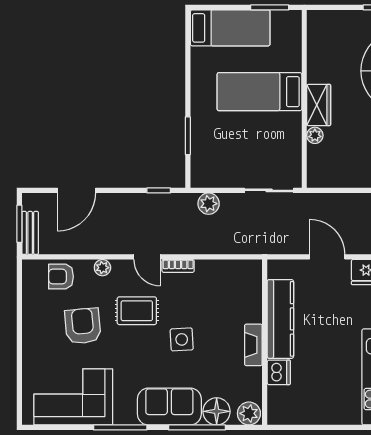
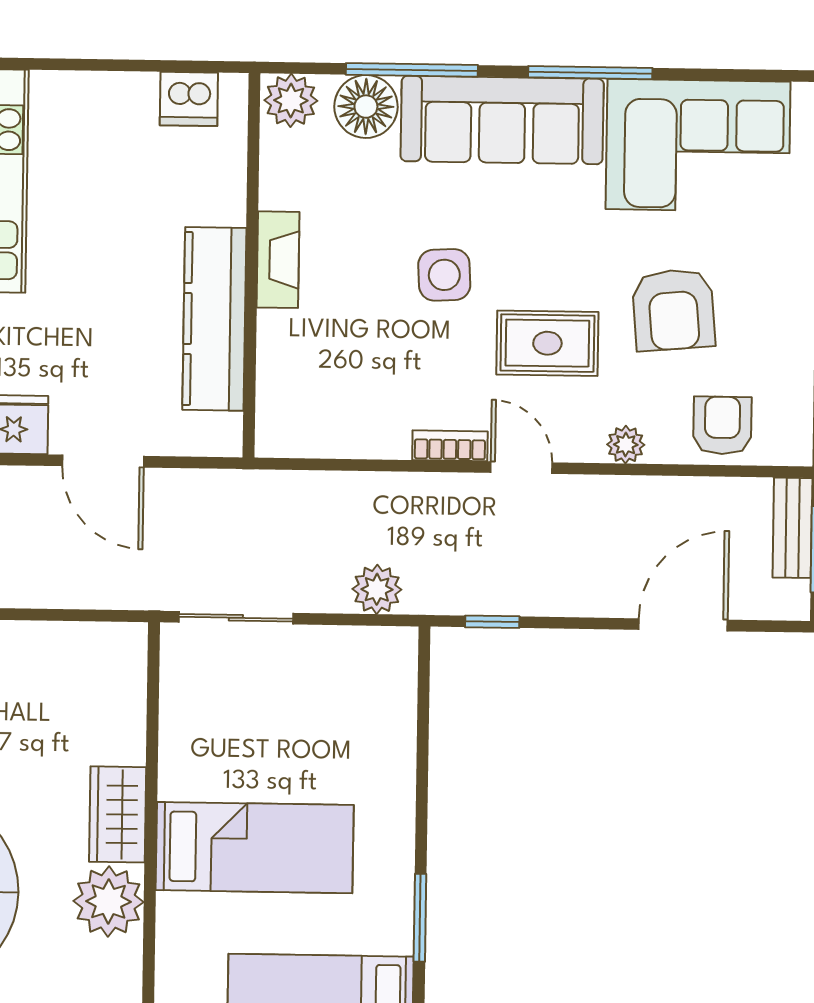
plant: (315, 135) -> (108, 901), moved, width x1.87, depth x1.87
window: (188, 136) -> (420, 918), moved
armchair: (61, 277) -> (722, 425), turned -90
dishwasher: (279, 372) -> (189, 99), moved, turned -90
sofa: (169, 407) -> (502, 120), width x1.36

